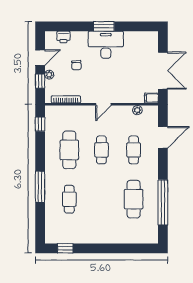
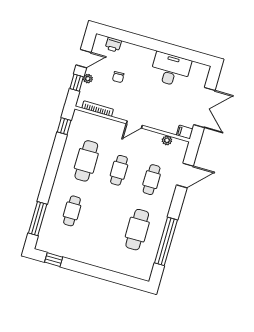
window: (104, 26) -> (157, 46), removed
desk: (106, 45) -> (171, 70), moved
window: (40, 187) -> (38, 219), moved

